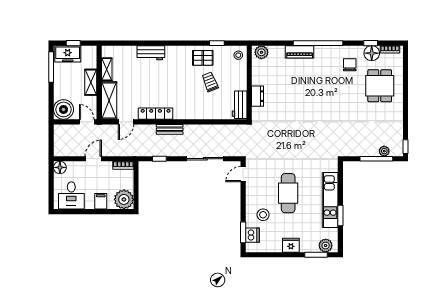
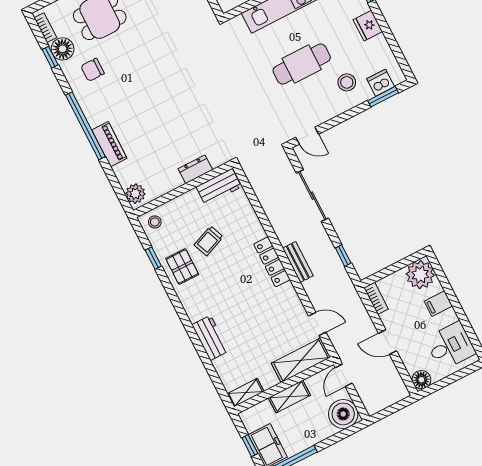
shelving: (107, 69) -> (246, 393), moved
locker: (156, 114) -> (272, 262), moved

